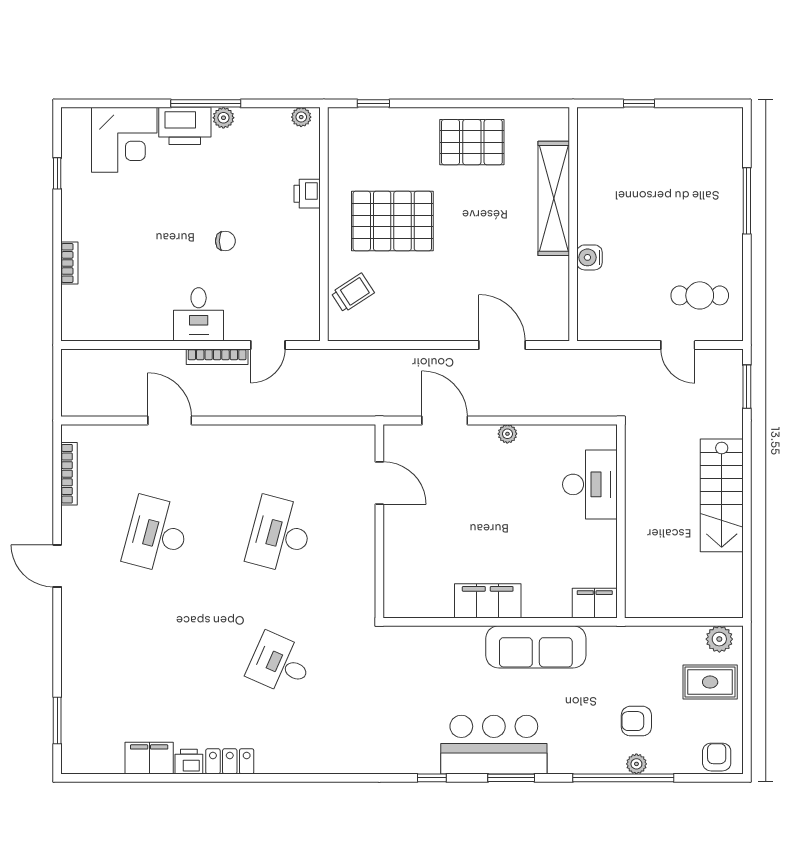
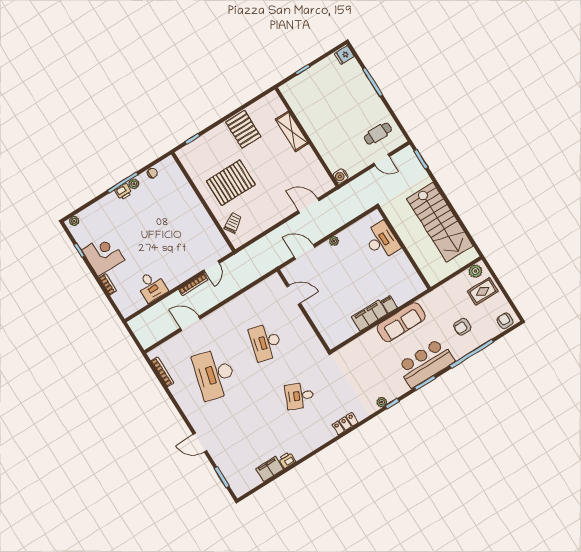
plant: (301, 117) -> (74, 221), moved
fridge: (727, 123) -> (344, 55), added
printer: (185, 126) -> (123, 192), width x0.53, depth x0.68
corner desk: (124, 140) -> (103, 255), moved, turned -90
pallet: (472, 142) -> (243, 129), turned 90
printer: (307, 194) -> (188, 194), removed
shelving: (554, 198) -> (292, 131), width x0.68
chair: (225, 241) -> (152, 173), moved
water cooler: (589, 257) -> (341, 176), moved
desk: (199, 314) -> (152, 286), moved
stairs: (722, 495) -> (440, 222), width x1.36, depth x1.51
desk: (157, 535) -> (215, 374), width x1.36, depth x1.30
door: (57, 566) -> (200, 442), moved
filing cabinet: (595, 603) -> (389, 304), moved, width x0.50
bar counter: (494, 745) -> (426, 363), moved
locker: (230, 761) -> (345, 424), moved
plant: (636, 764) -> (382, 402), moved

